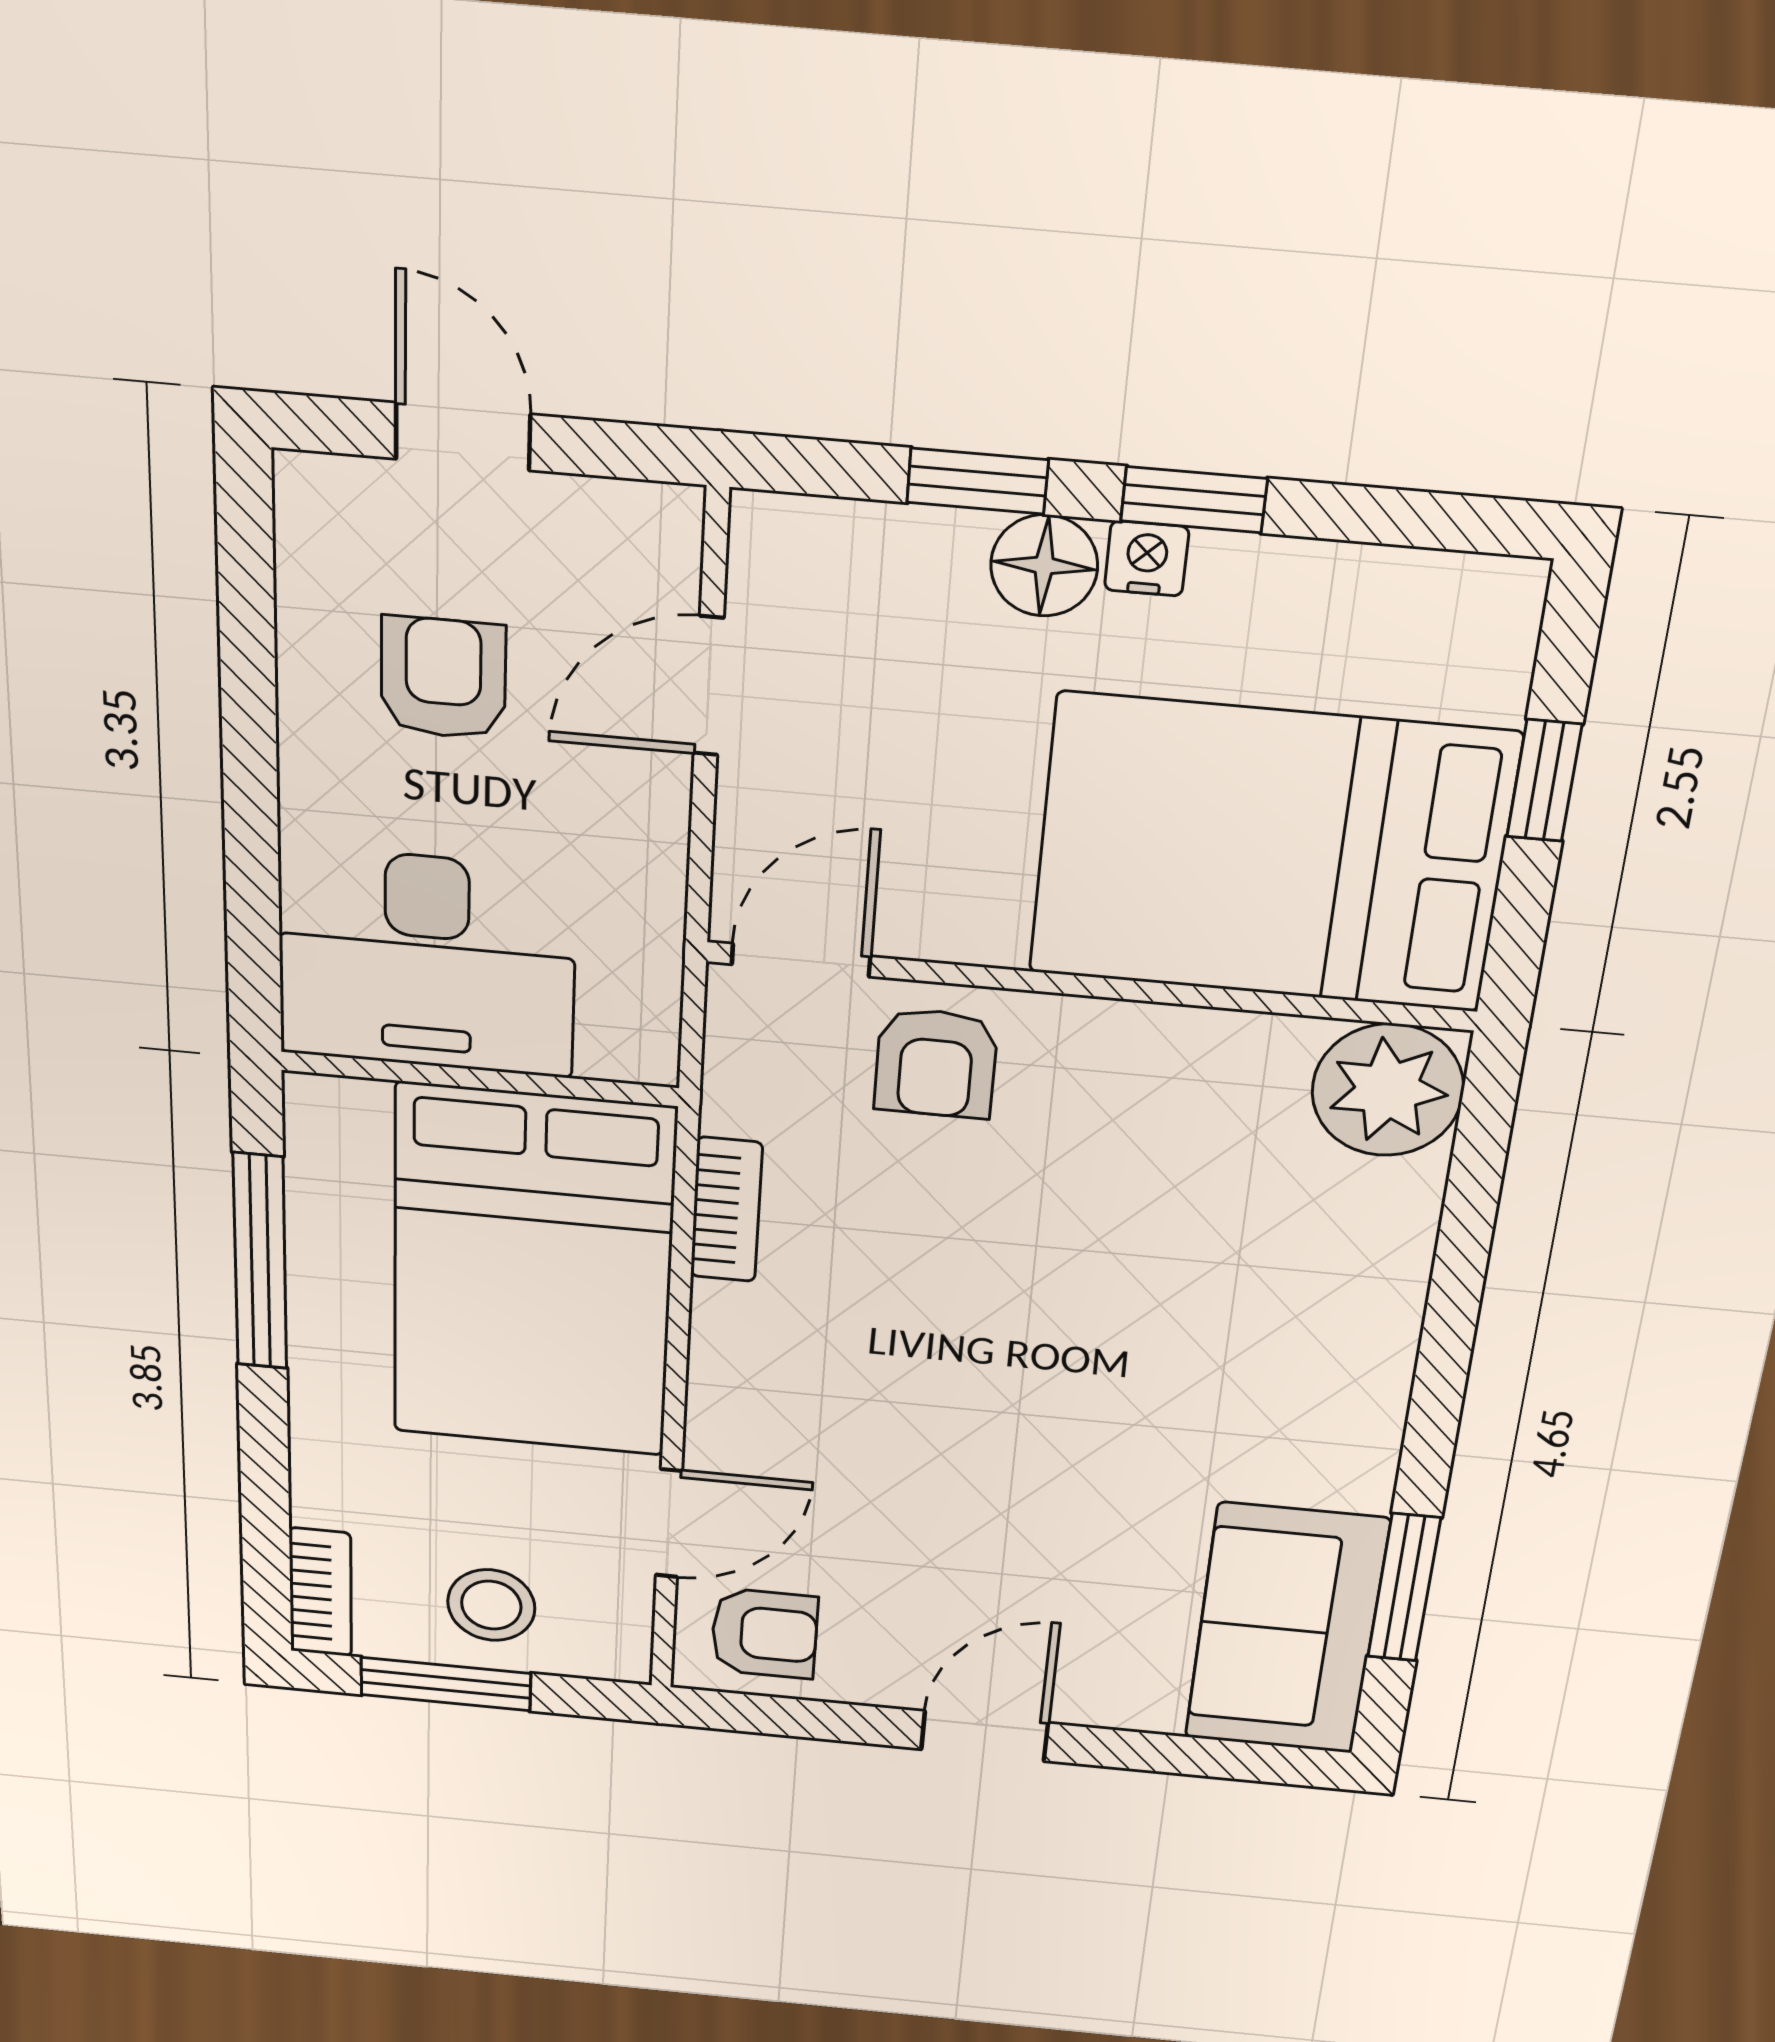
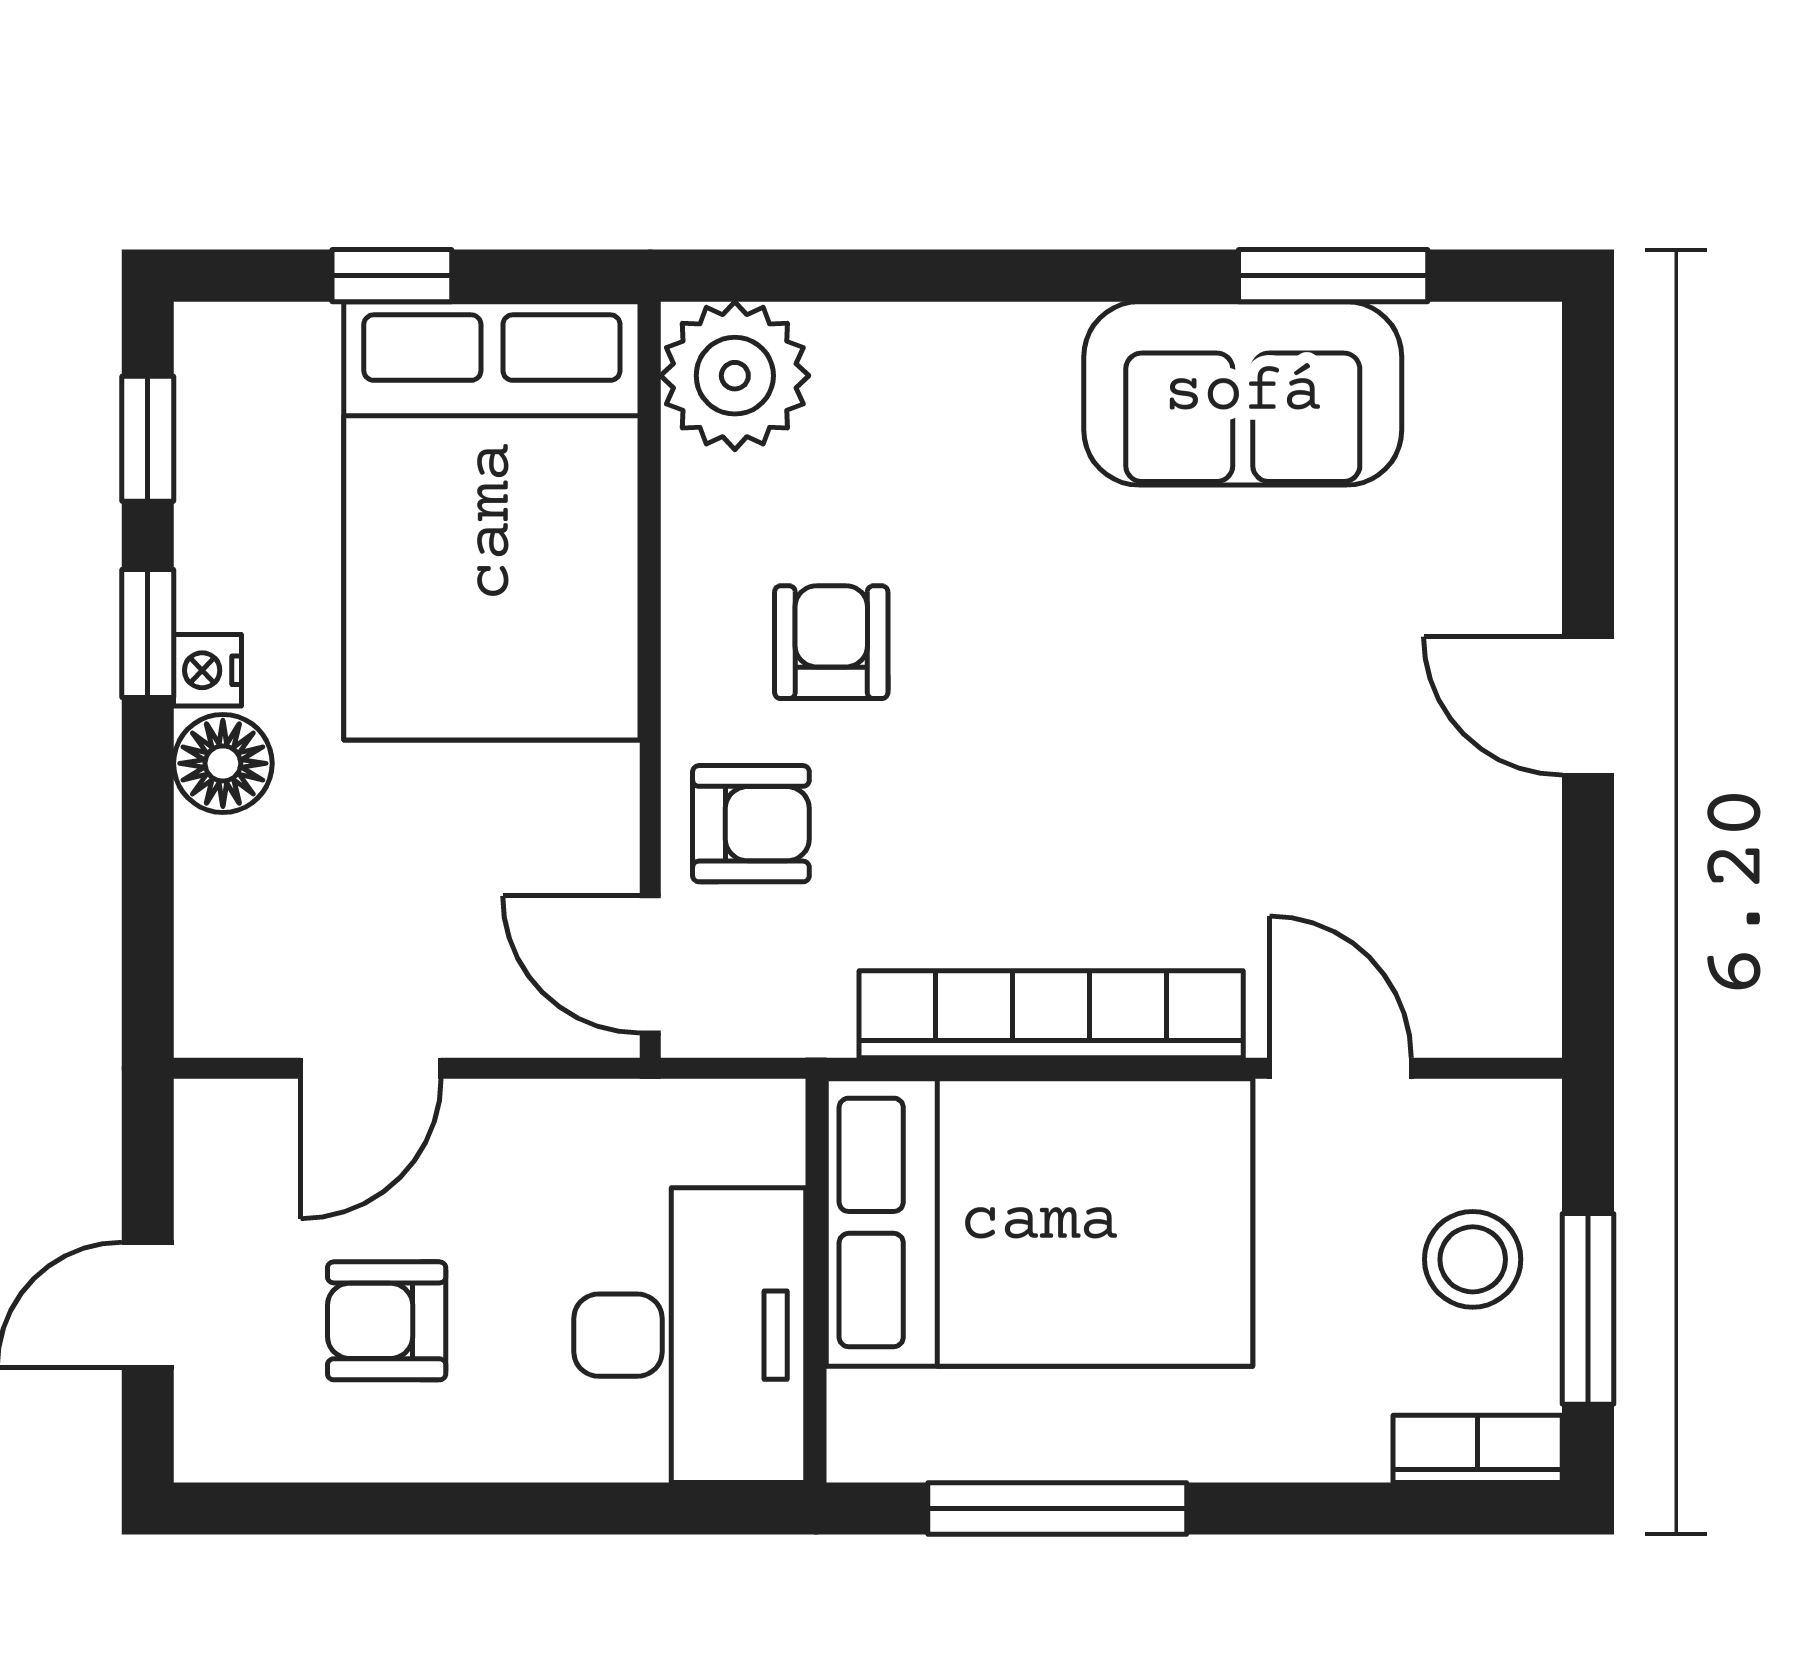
window: (977, 481) -> (148, 439), moved
door: (709, 686) -> (371, 1068), hinge flipped
bookcase: (726, 1210) -> (1051, 1014), width x2.31, depth x1.31
sofa: (1286, 1630) -> (1243, 393), moved
armchair: (764, 1634) -> (831, 642), moved

